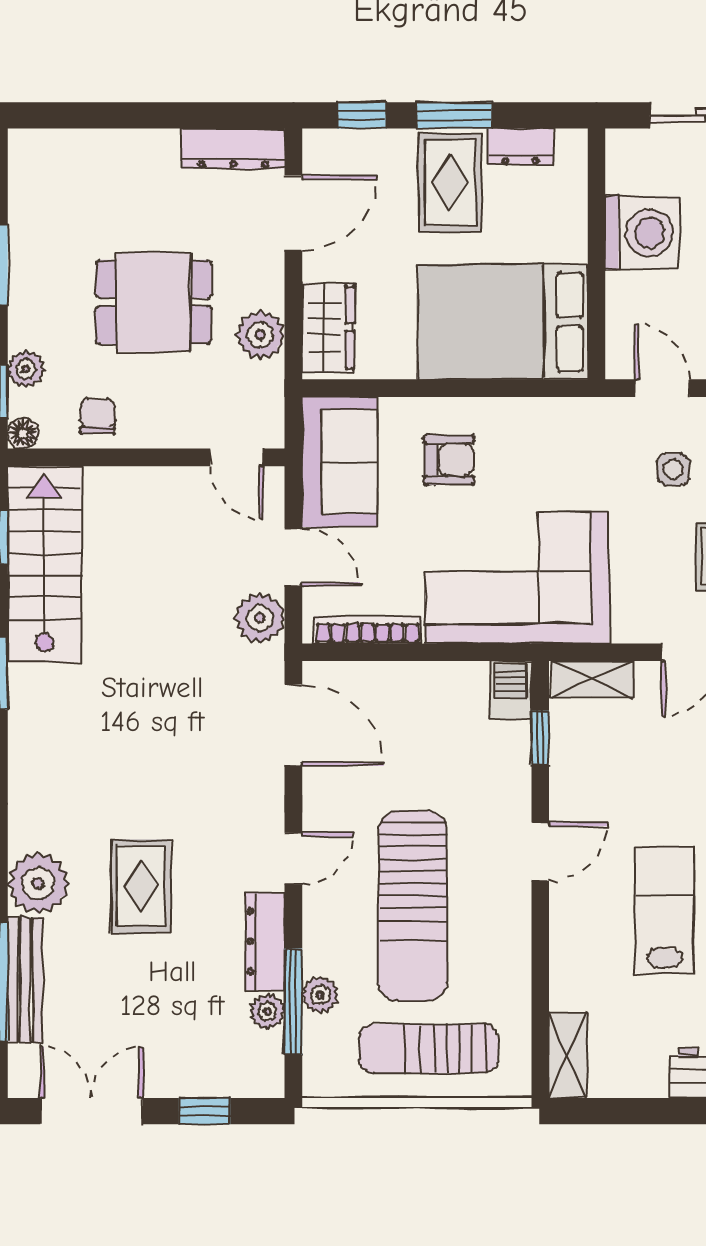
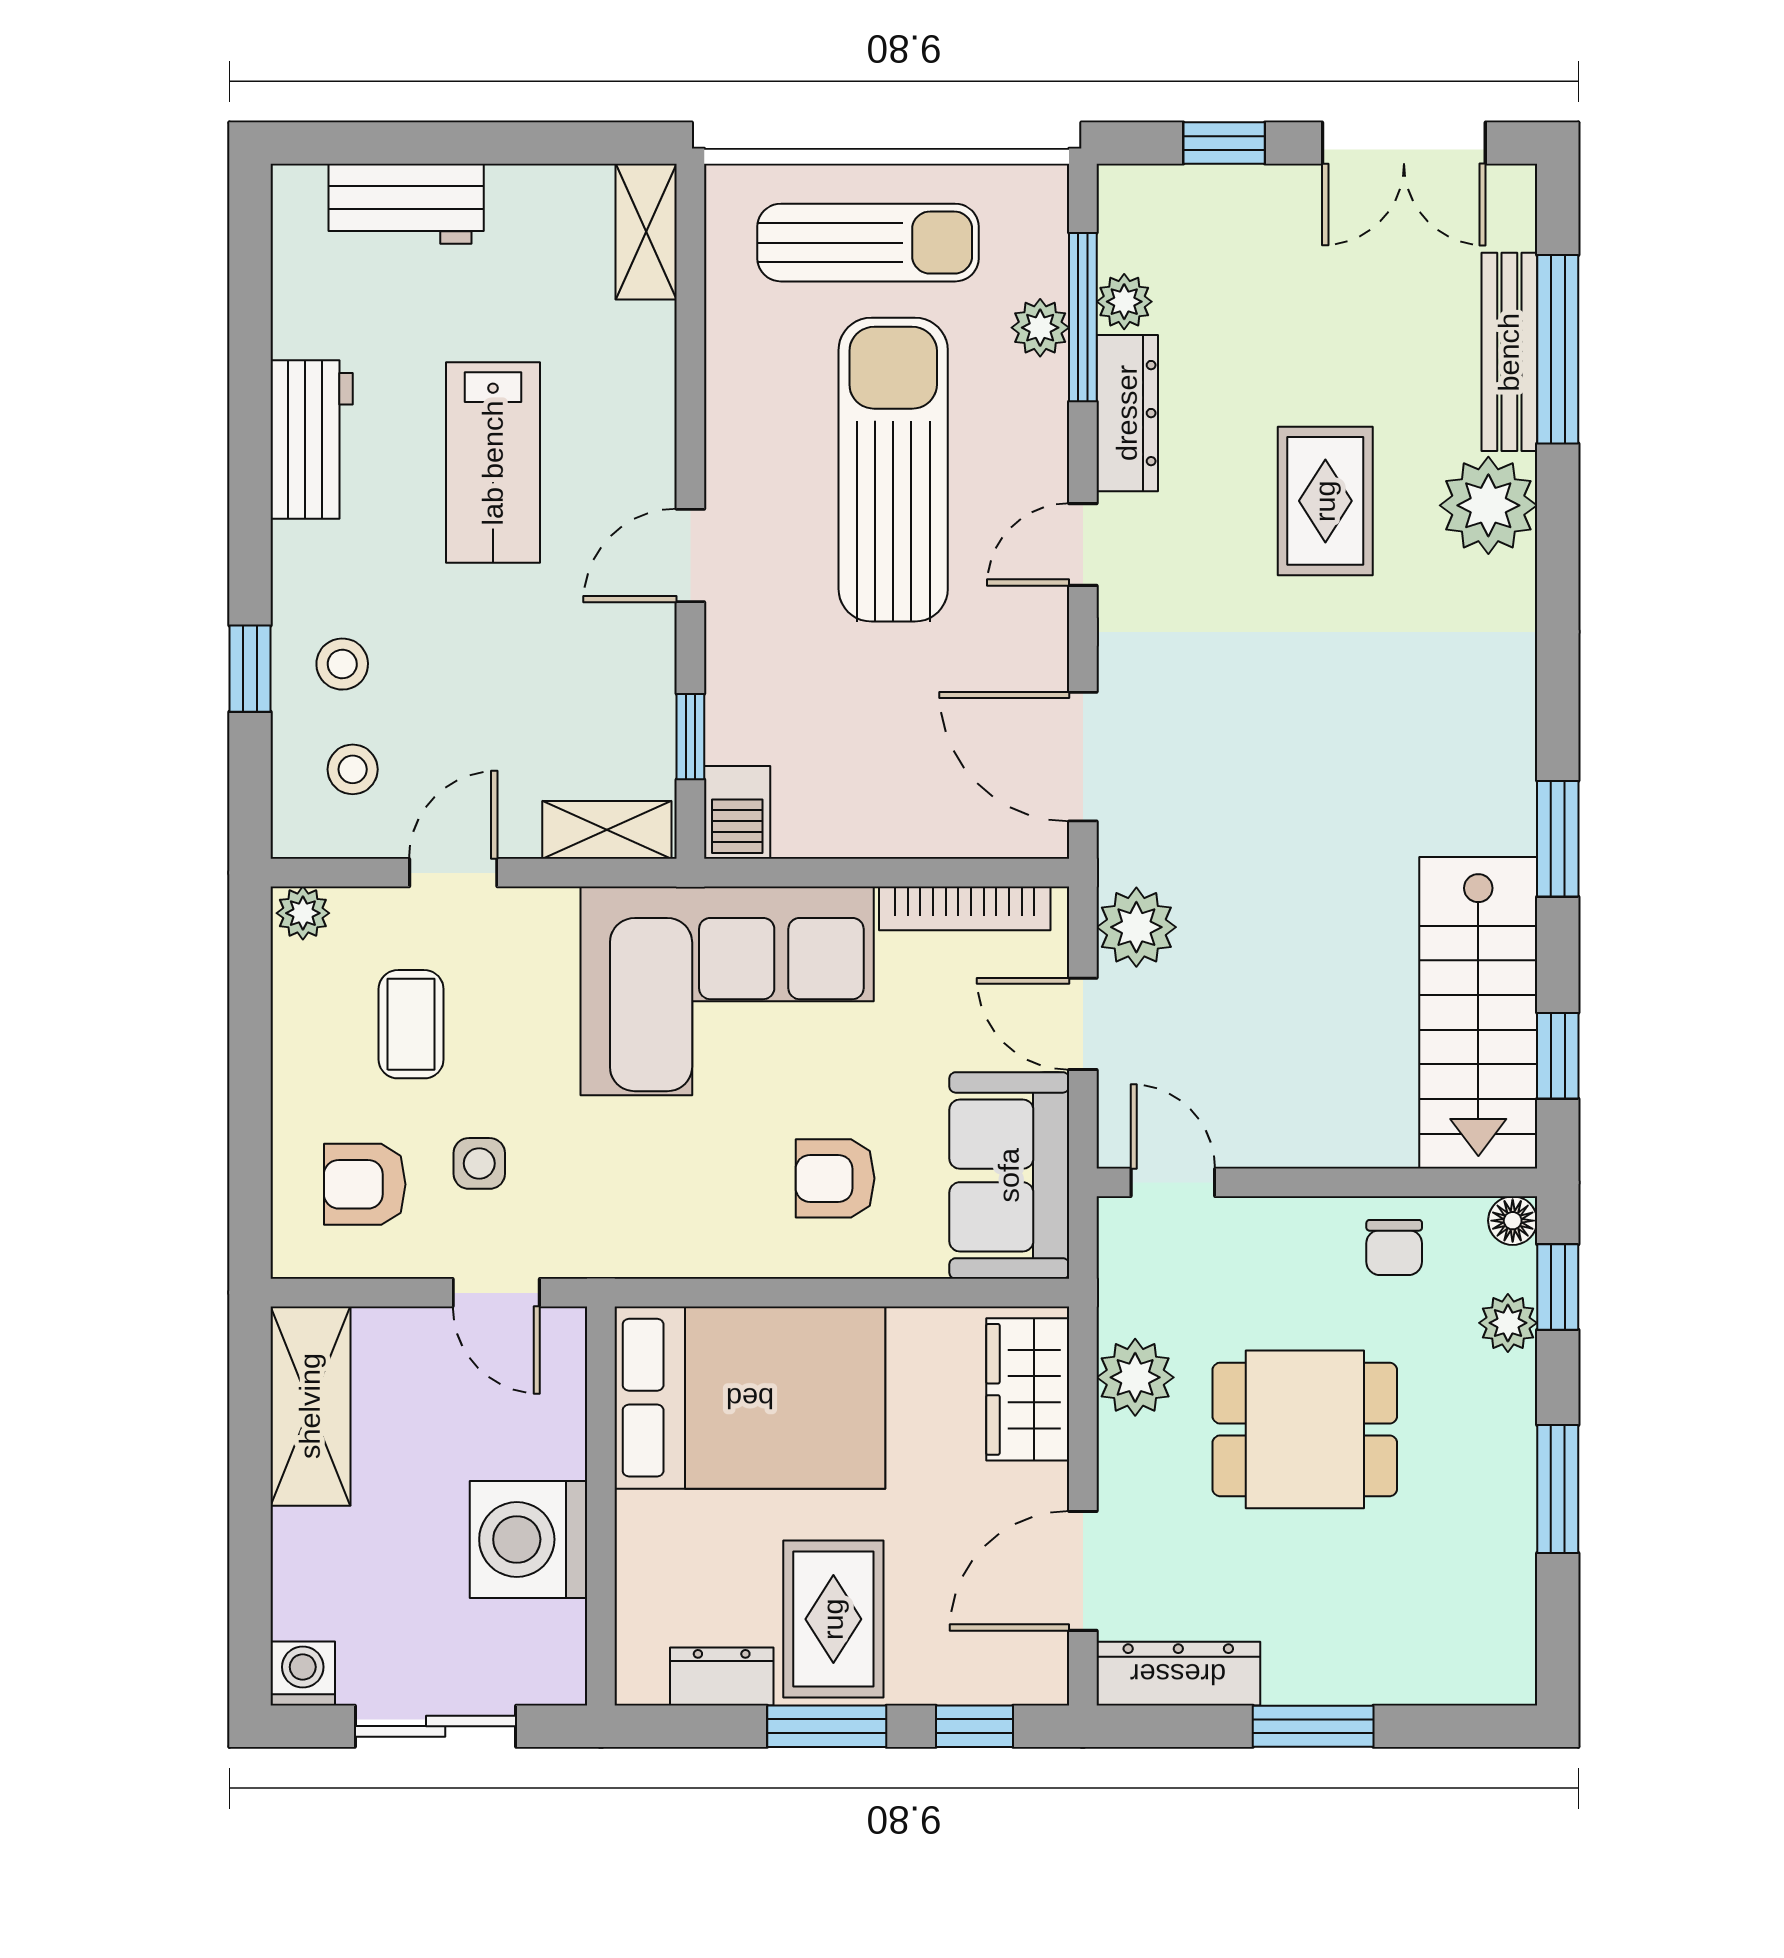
window: (149, 115) -> (1313, 1726), added

